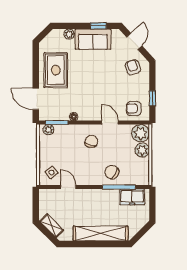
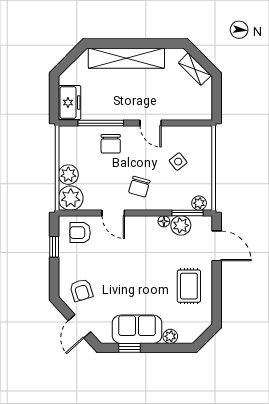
rug: (56, 70) -> (189, 286), width x0.73, depth x0.70
armchair: (134, 108) -> (80, 233), turned 180
plant: (62, 114) -> (181, 225), added
side table: (52, 172) -> (178, 162), moved
chair: (112, 172) -> (111, 144), turned 59
door: (68, 187) -> (151, 123), moved
freezer: (132, 197) -> (70, 103), moved, turned 90

